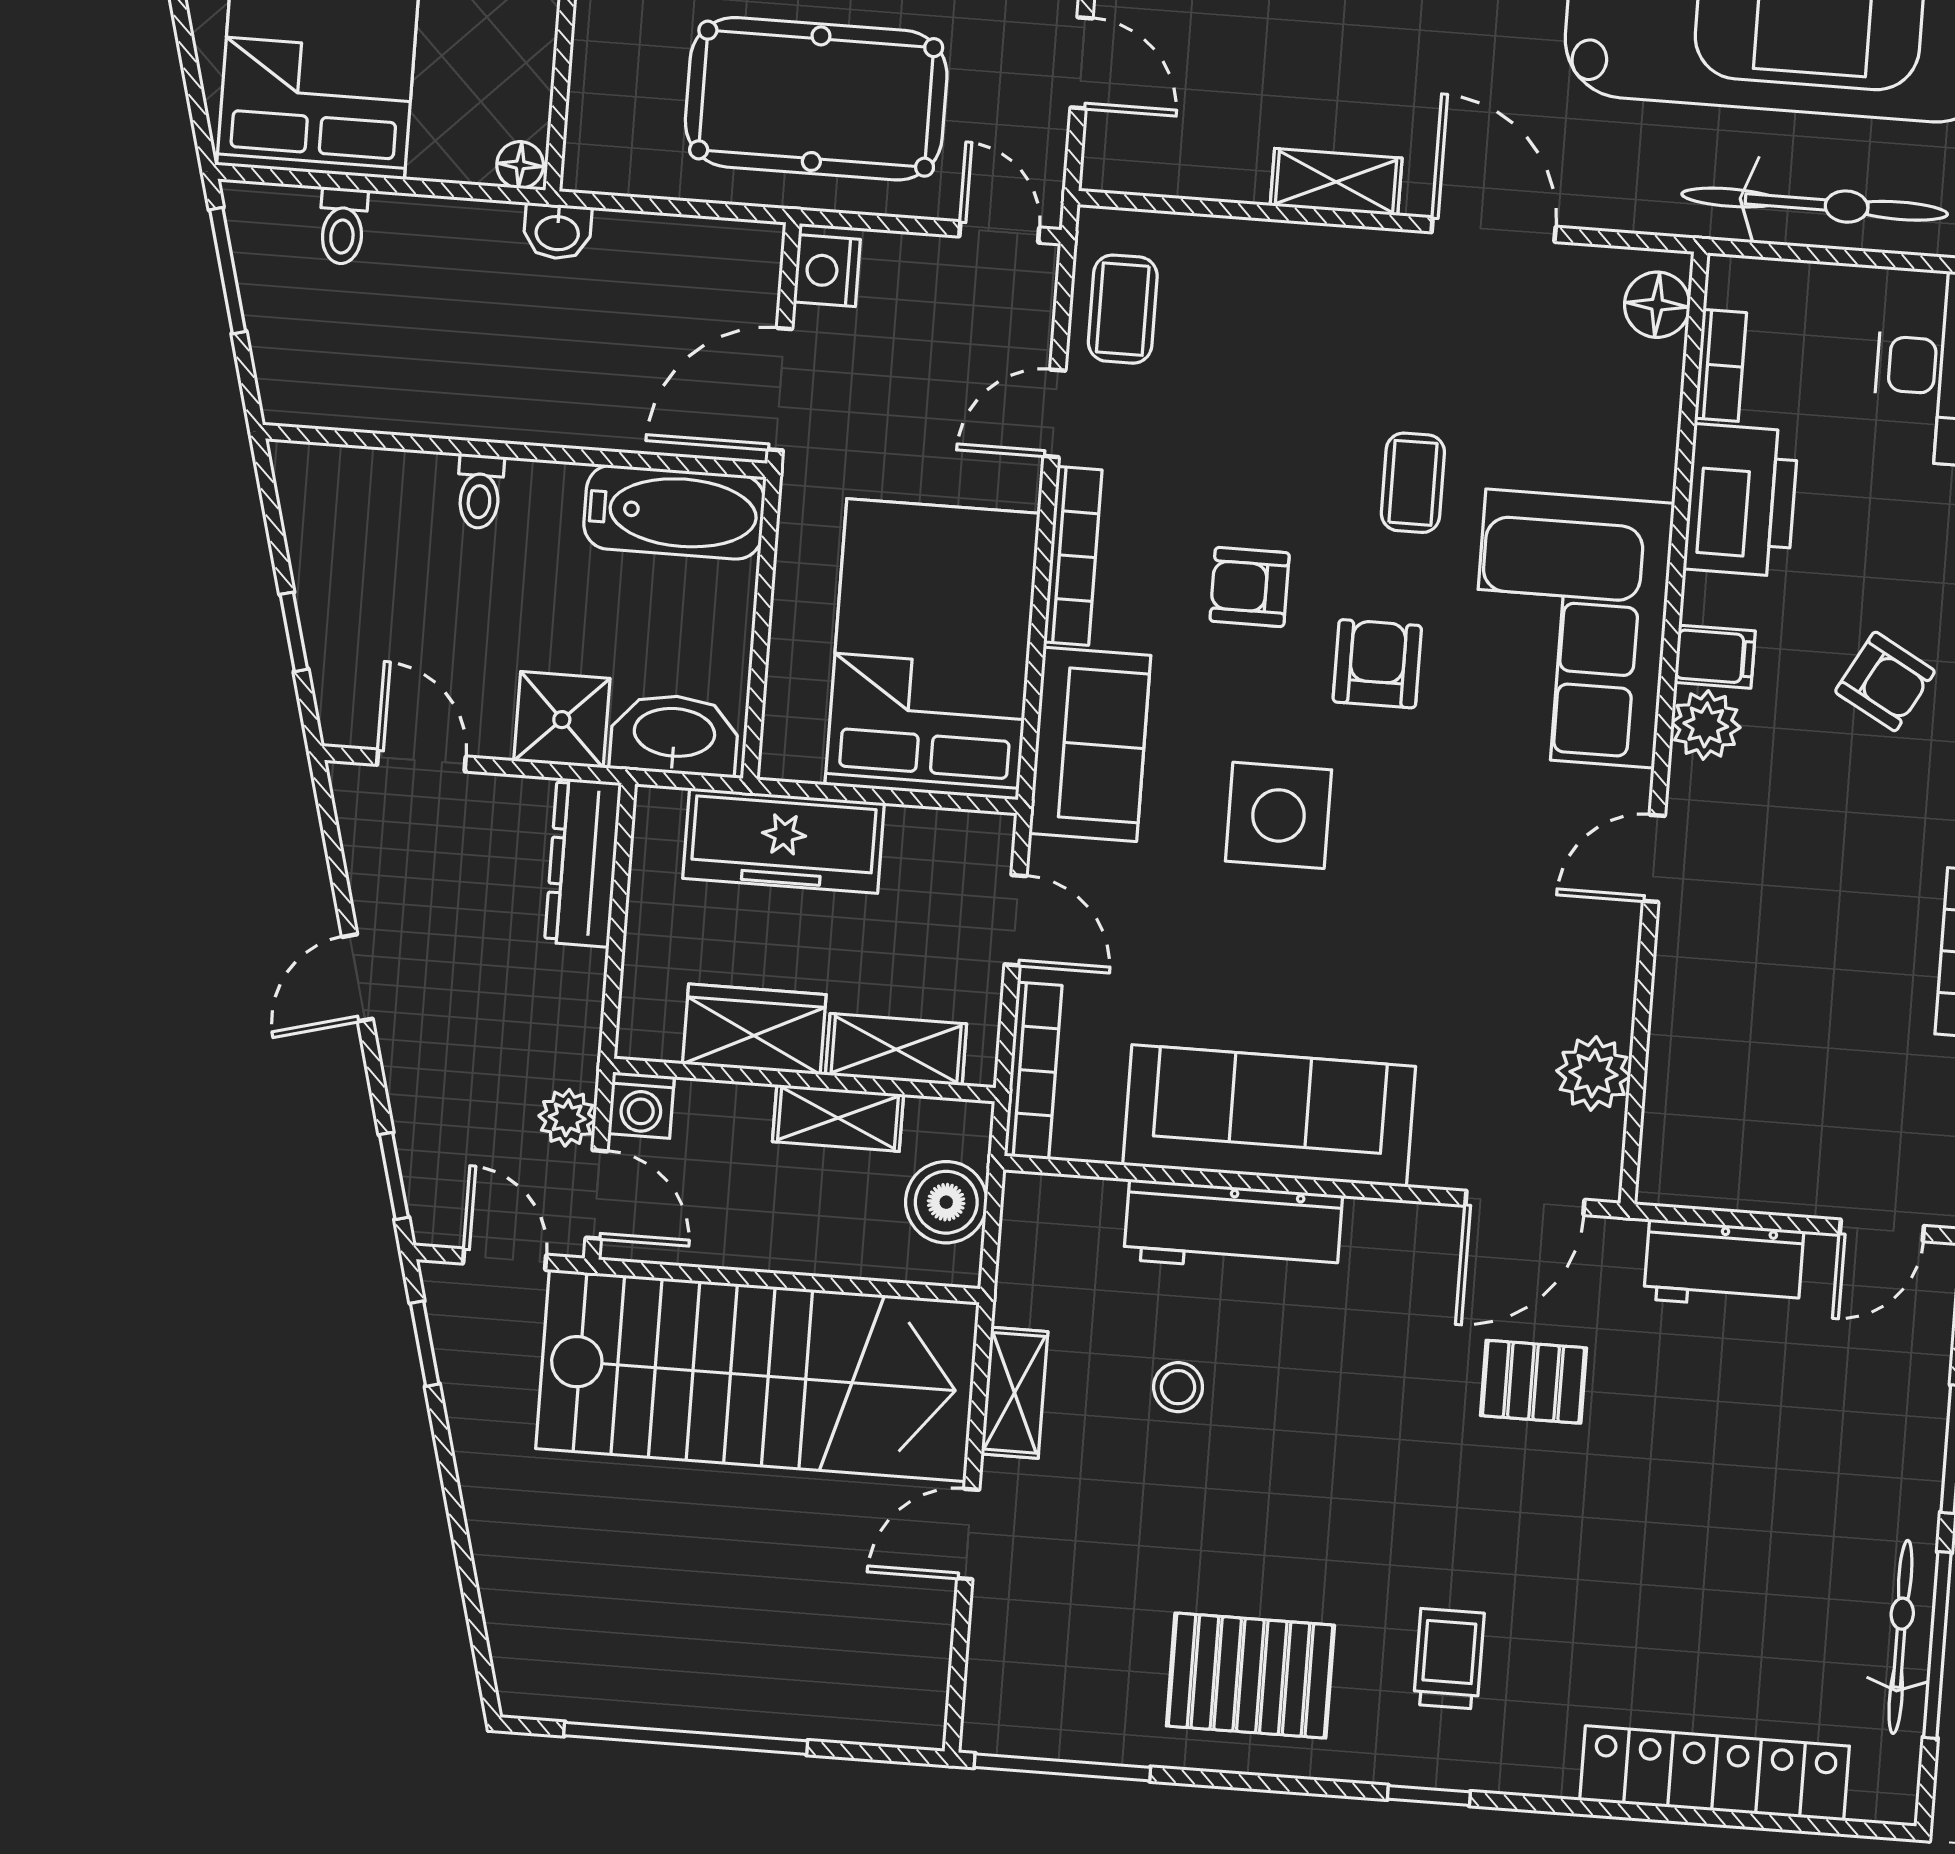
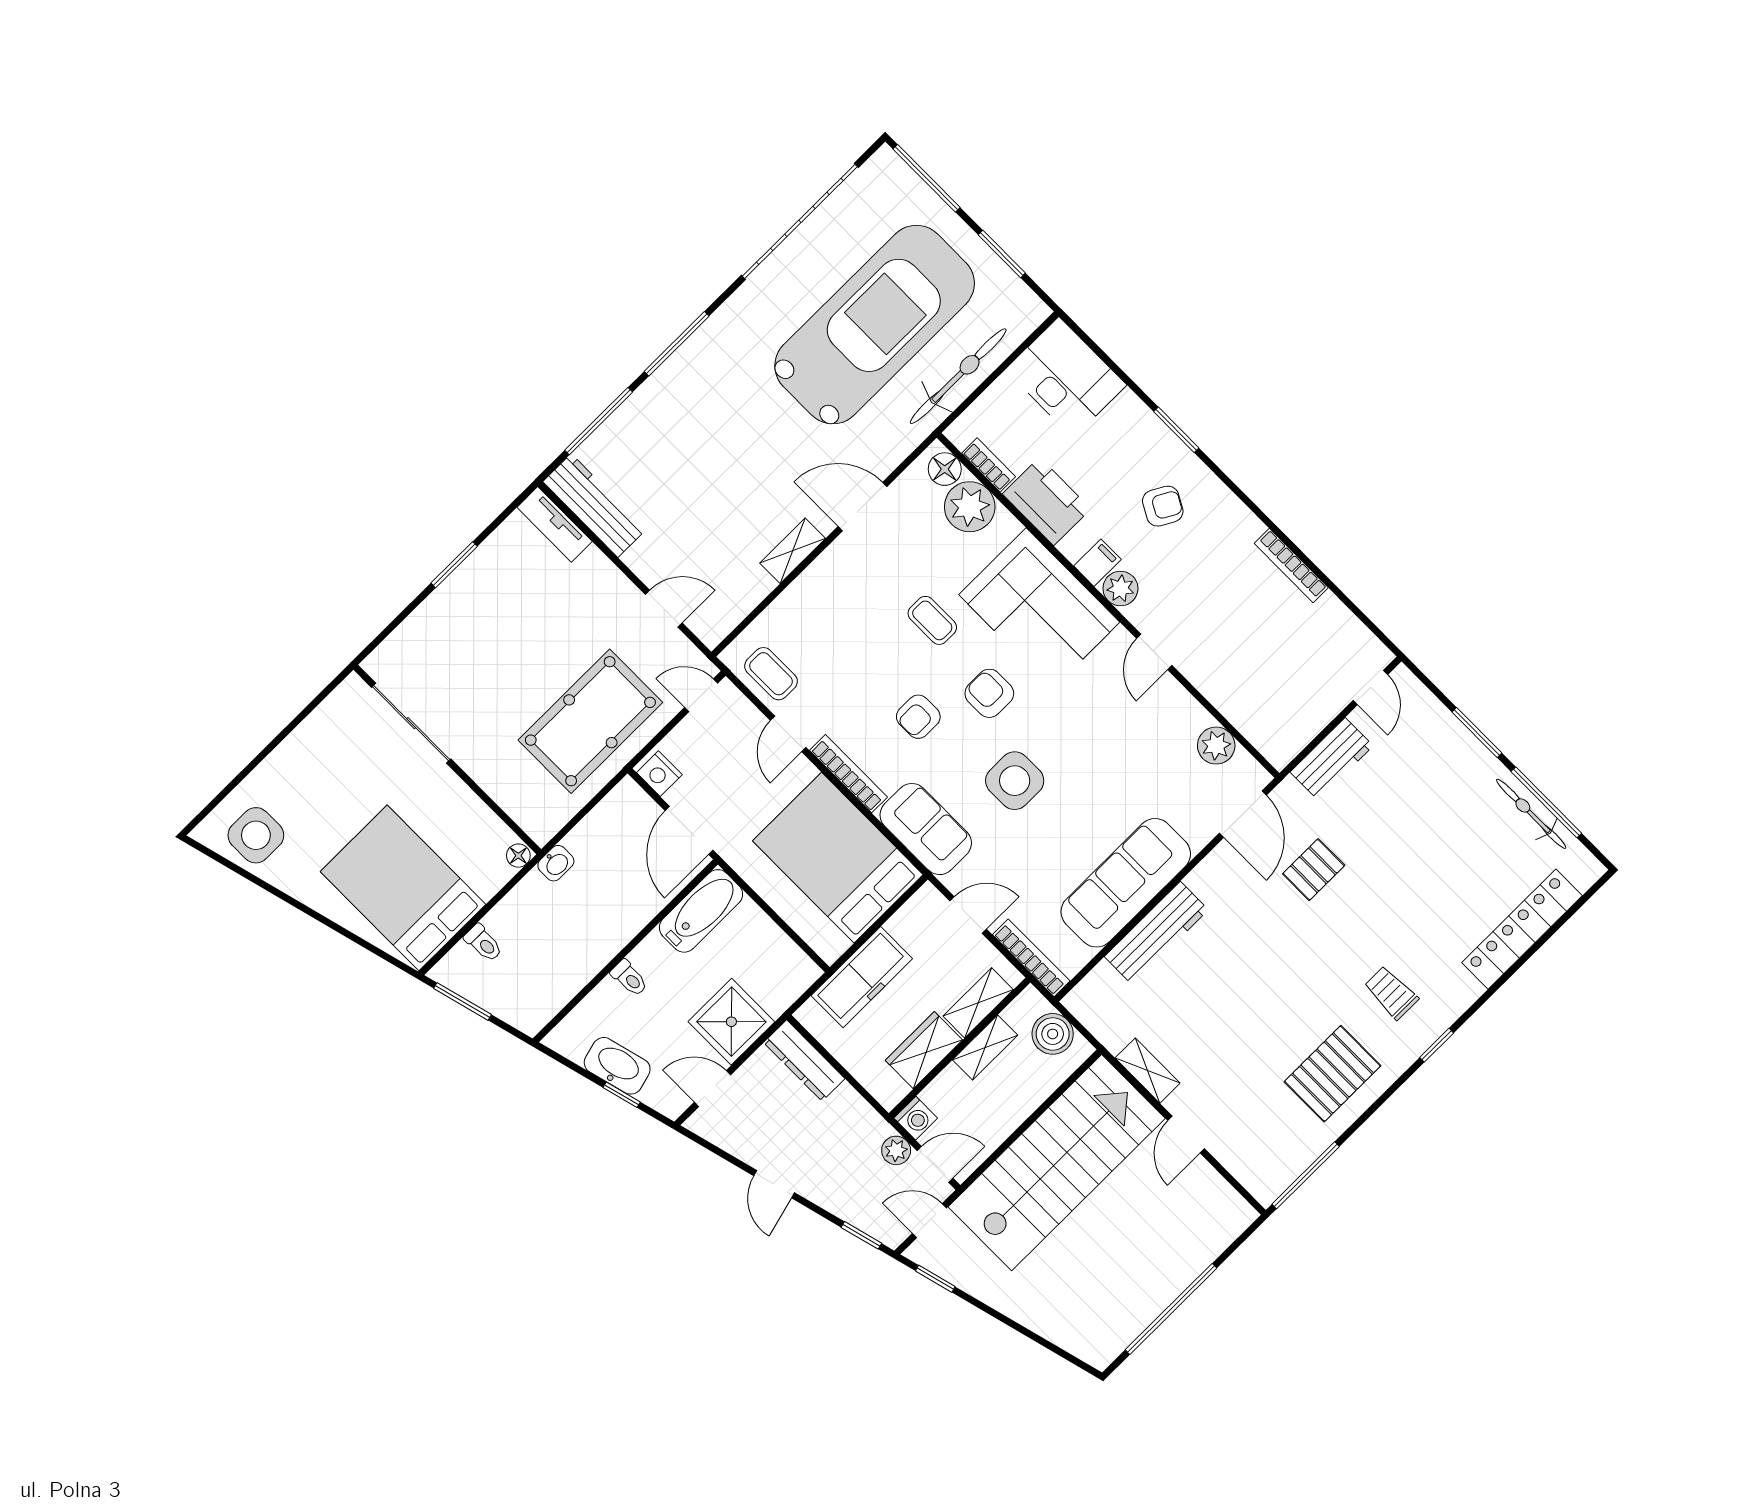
plant: (1633, 391) -> (970, 507), added
shower: (562, 720) -> (731, 1022), width x1.36, depth x1.36
washbasin: (674, 735) -> (617, 1066), moved, turned 75
stool: (1178, 1387) -> (1199, 1007), removed

